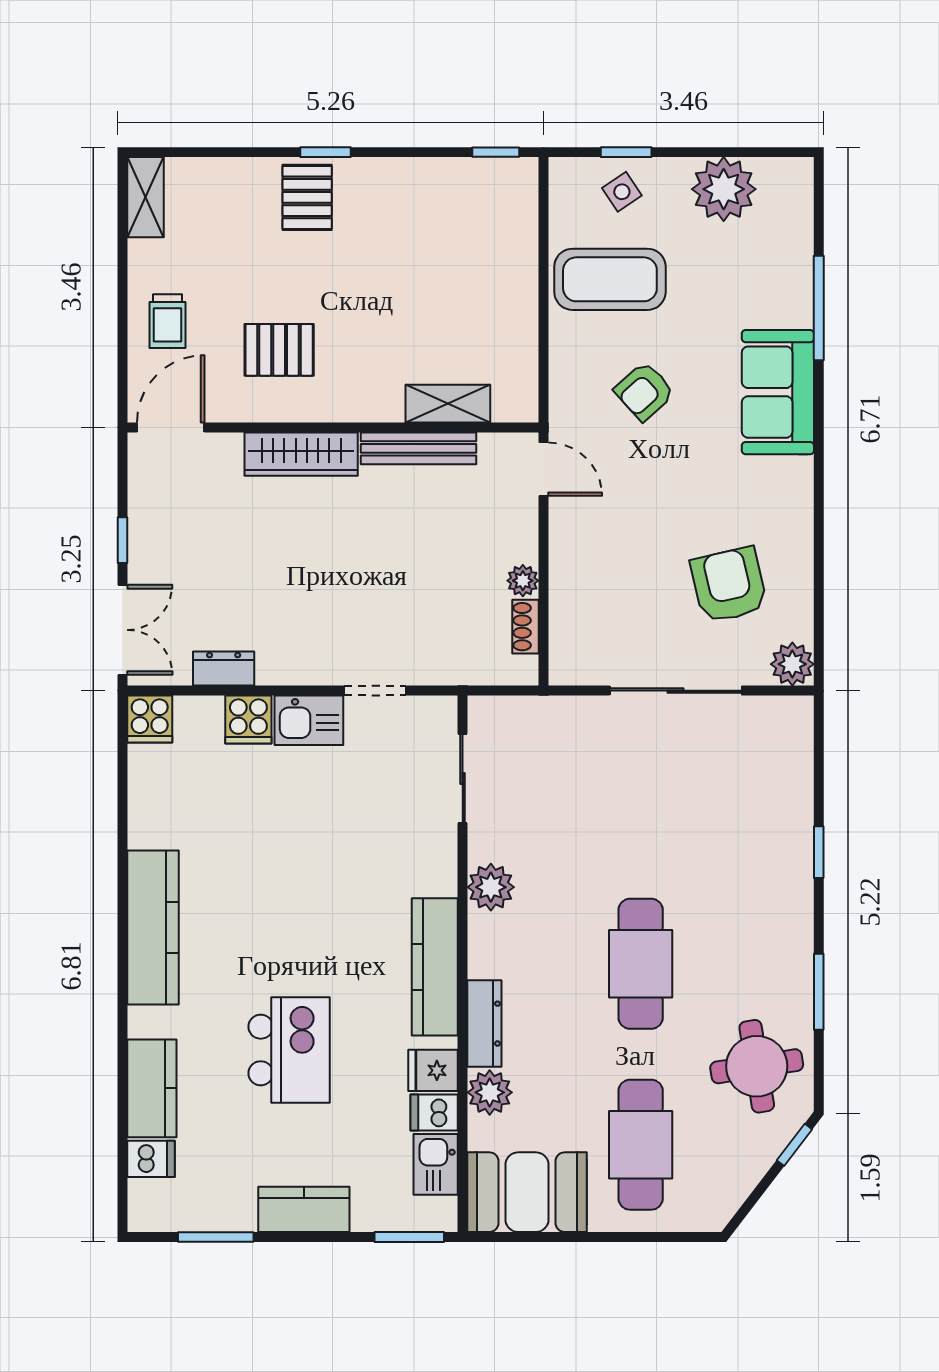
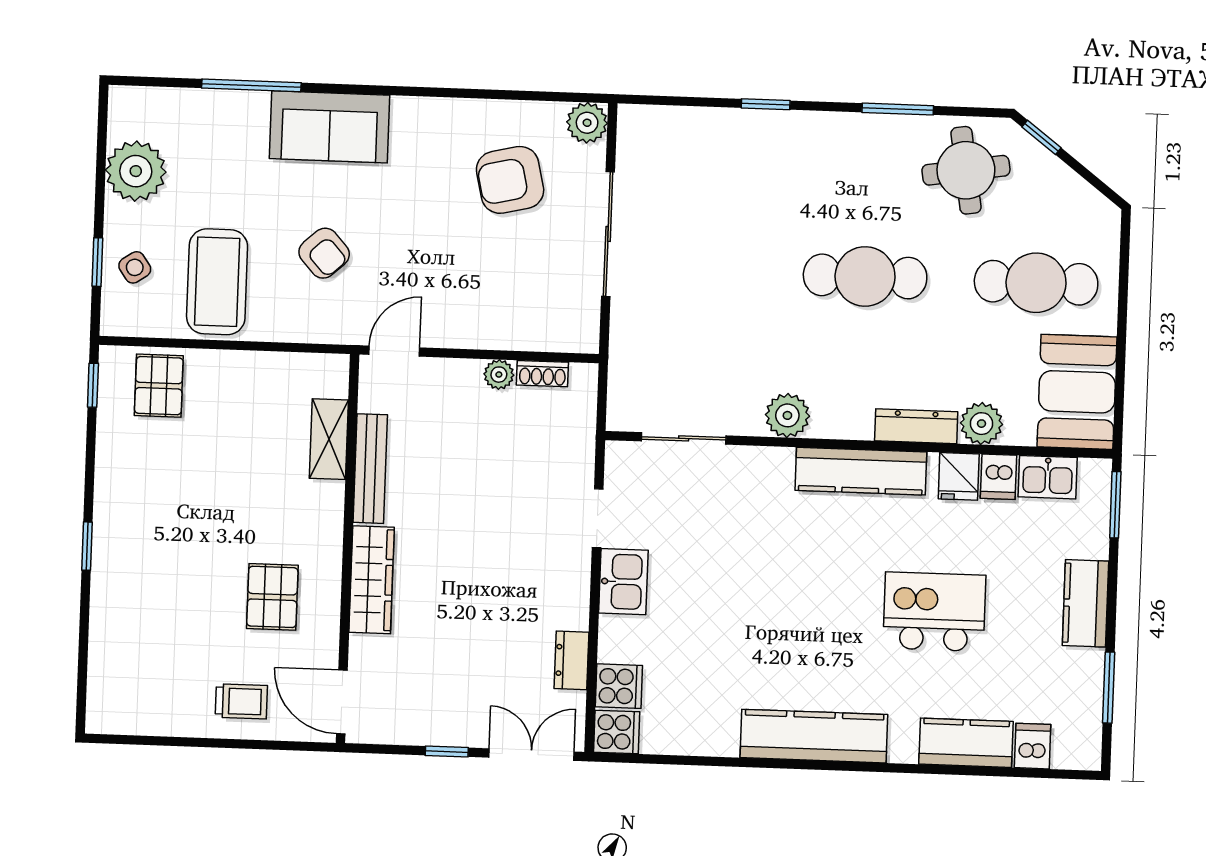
shelving: (145, 197) -> (123, 718), removed
pallet: (307, 197) -> (159, 386), moved, turned 90
cooker: (248, 720) -> (619, 686), moved

